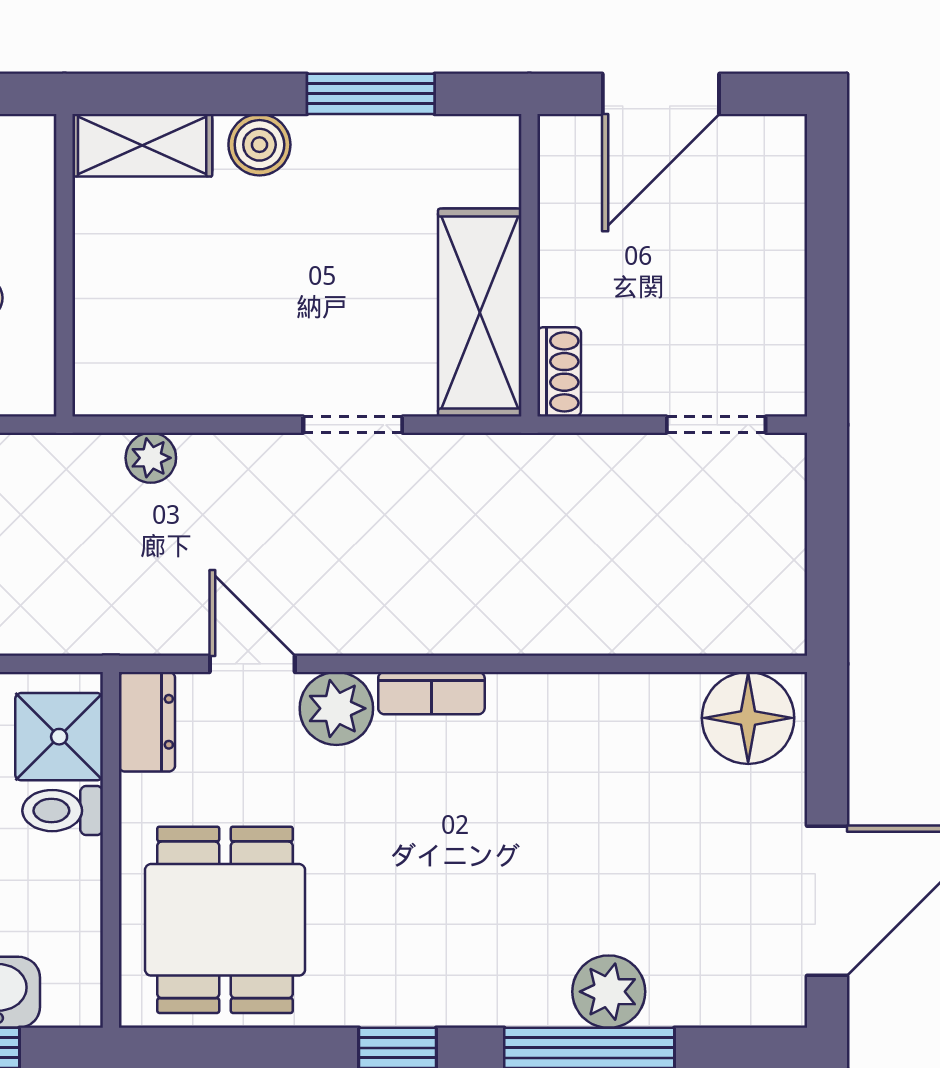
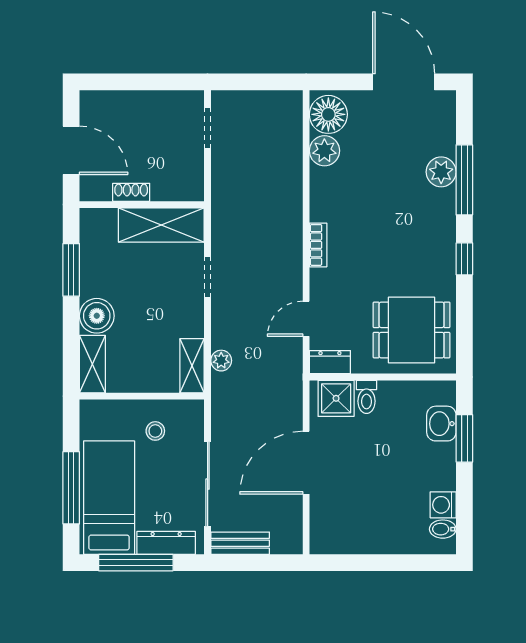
boiler: (259, 145) -> (97, 316), width x1.36, depth x1.36
shoe rack: (559, 372) -> (131, 192), moved
shelving: (138, 387) -> (192, 366), added
plant: (336, 708) -> (324, 151), moved

